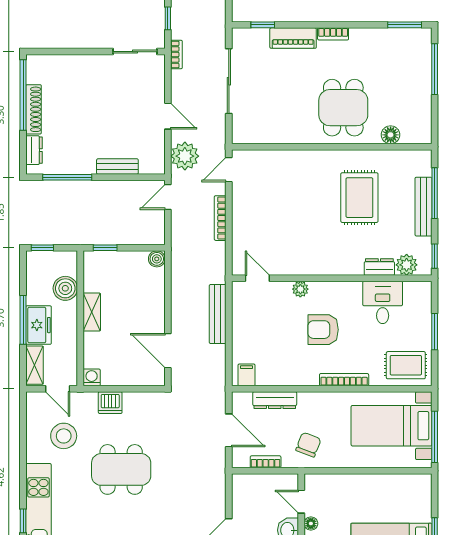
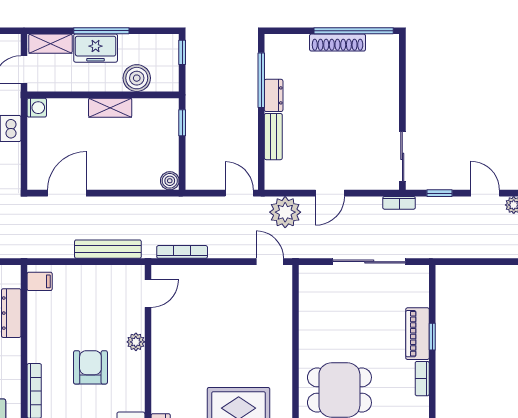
window: (263, 25) -> (432, 337), moved
dresser: (34, 150) -> (274, 95), moved, turned -90
bookcase: (220, 218) -> (182, 252), moved

